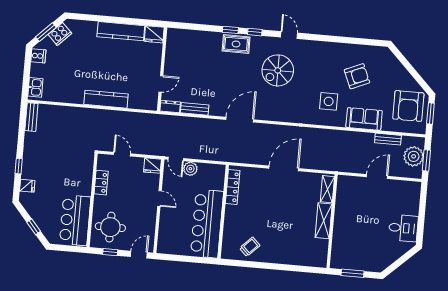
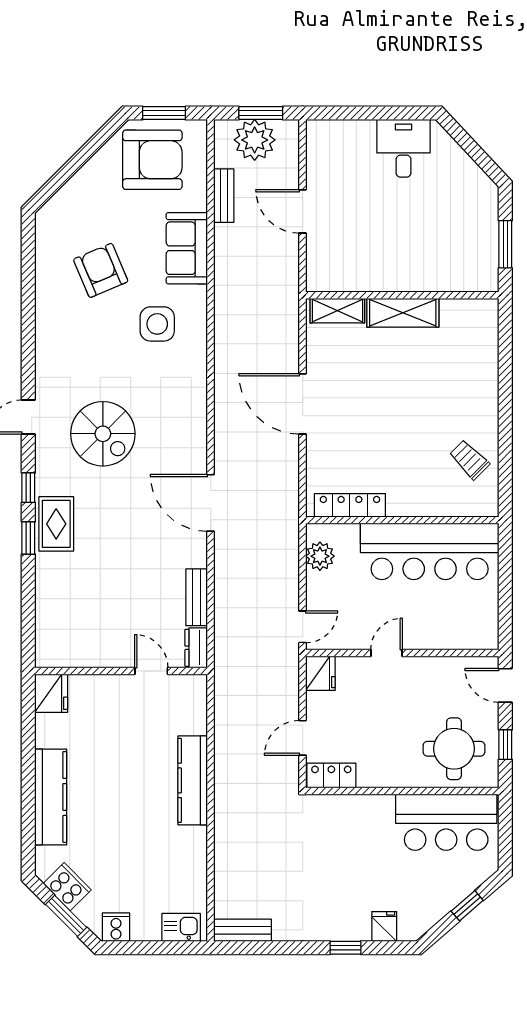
kitchen counter: (121, 31) -> (51, 797), moved
plant: (190, 169) -> (320, 556), moved
locker: (101, 183) -> (331, 776), moved

